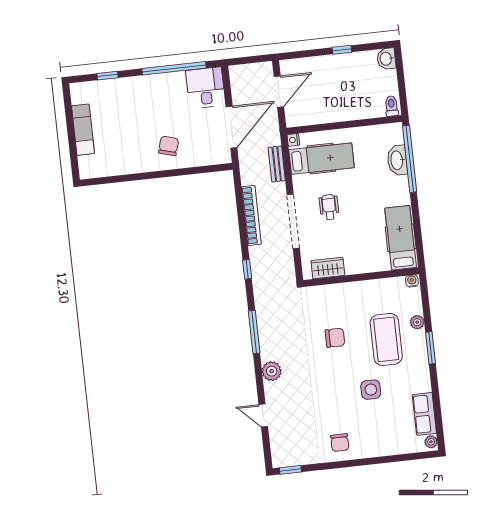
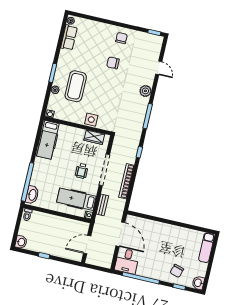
washbasin: (79, 93) -> (198, 283), added
door: (231, 127) -> (120, 234), swing flipped
exam couch: (83, 130) -> (206, 248), moved
chair: (169, 146) -> (177, 271), moved
washbasin: (397, 160) -> (32, 195), moved
chair: (335, 338) -> (113, 63), moved
side table: (371, 390) -> (91, 120), moved

